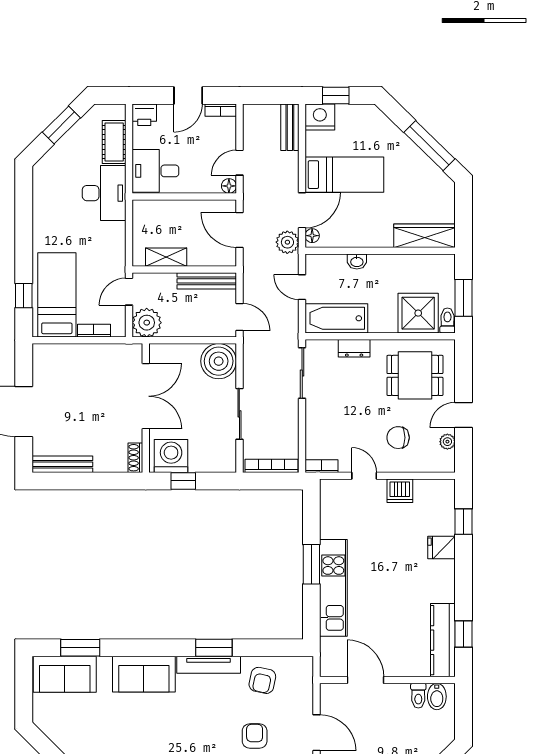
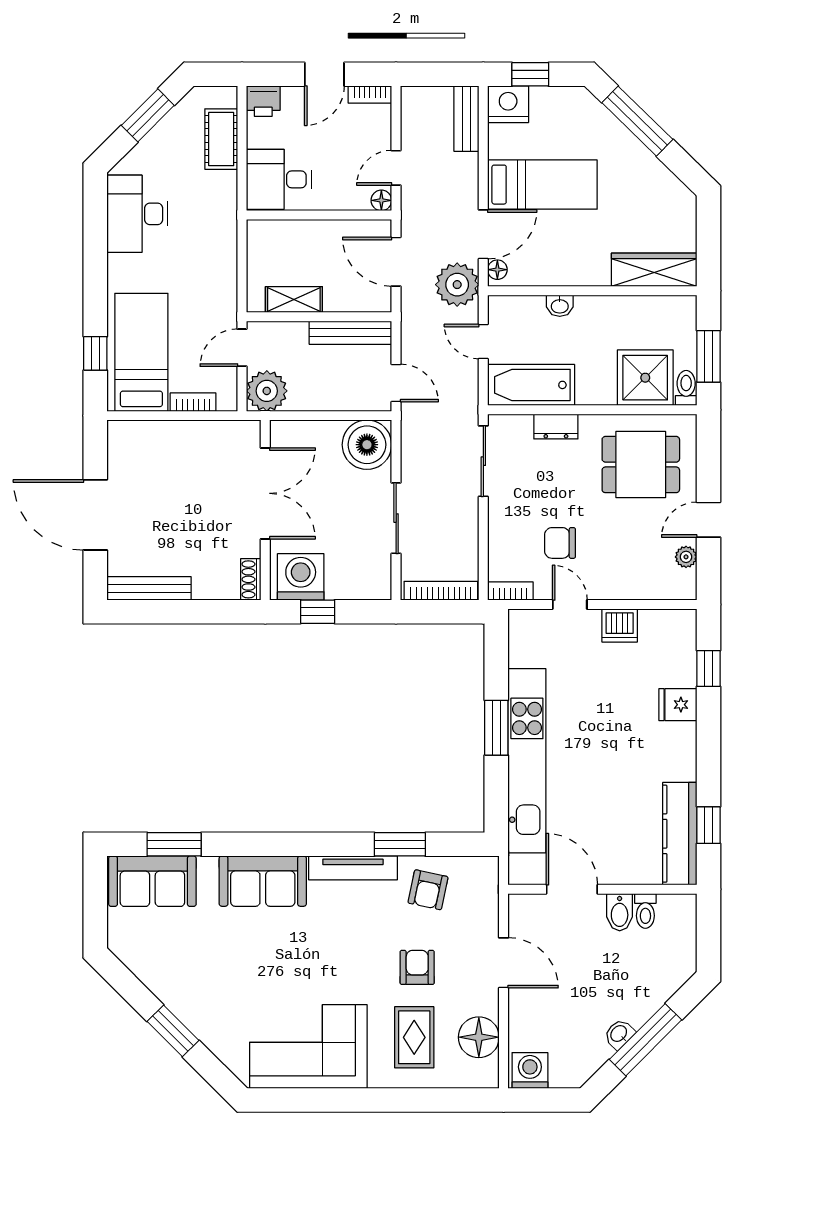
window: (429, 146) -> (637, 121), moved
desk: (104, 193) -> (137, 214), moved, turned 180
plant: (287, 242) -> (457, 285), width x1.36, depth x1.36
chair: (398, 438) -> (560, 543), moved
kitchen unit: (333, 588) -> (527, 761), width x1.36
window: (214, 648) -> (400, 844), moved
bidet: (437, 697) -> (620, 912), moved

